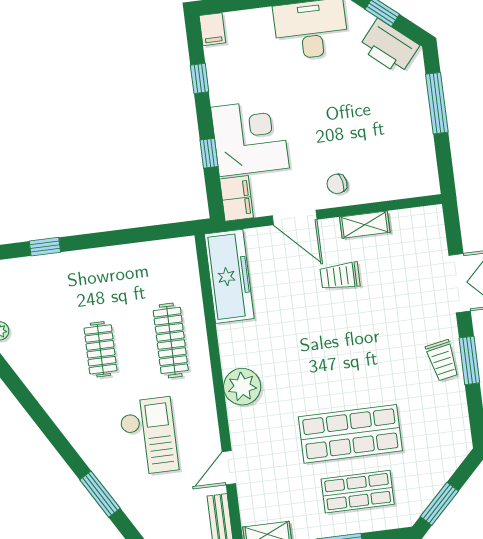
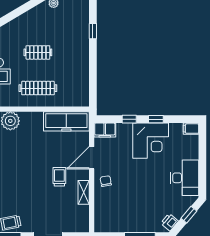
printer: (389, 47) -> (170, 222), width x0.53, depth x0.68
window: (200, 78) -> (156, 119), moved
corner desk: (250, 138) -> (151, 141), moved

